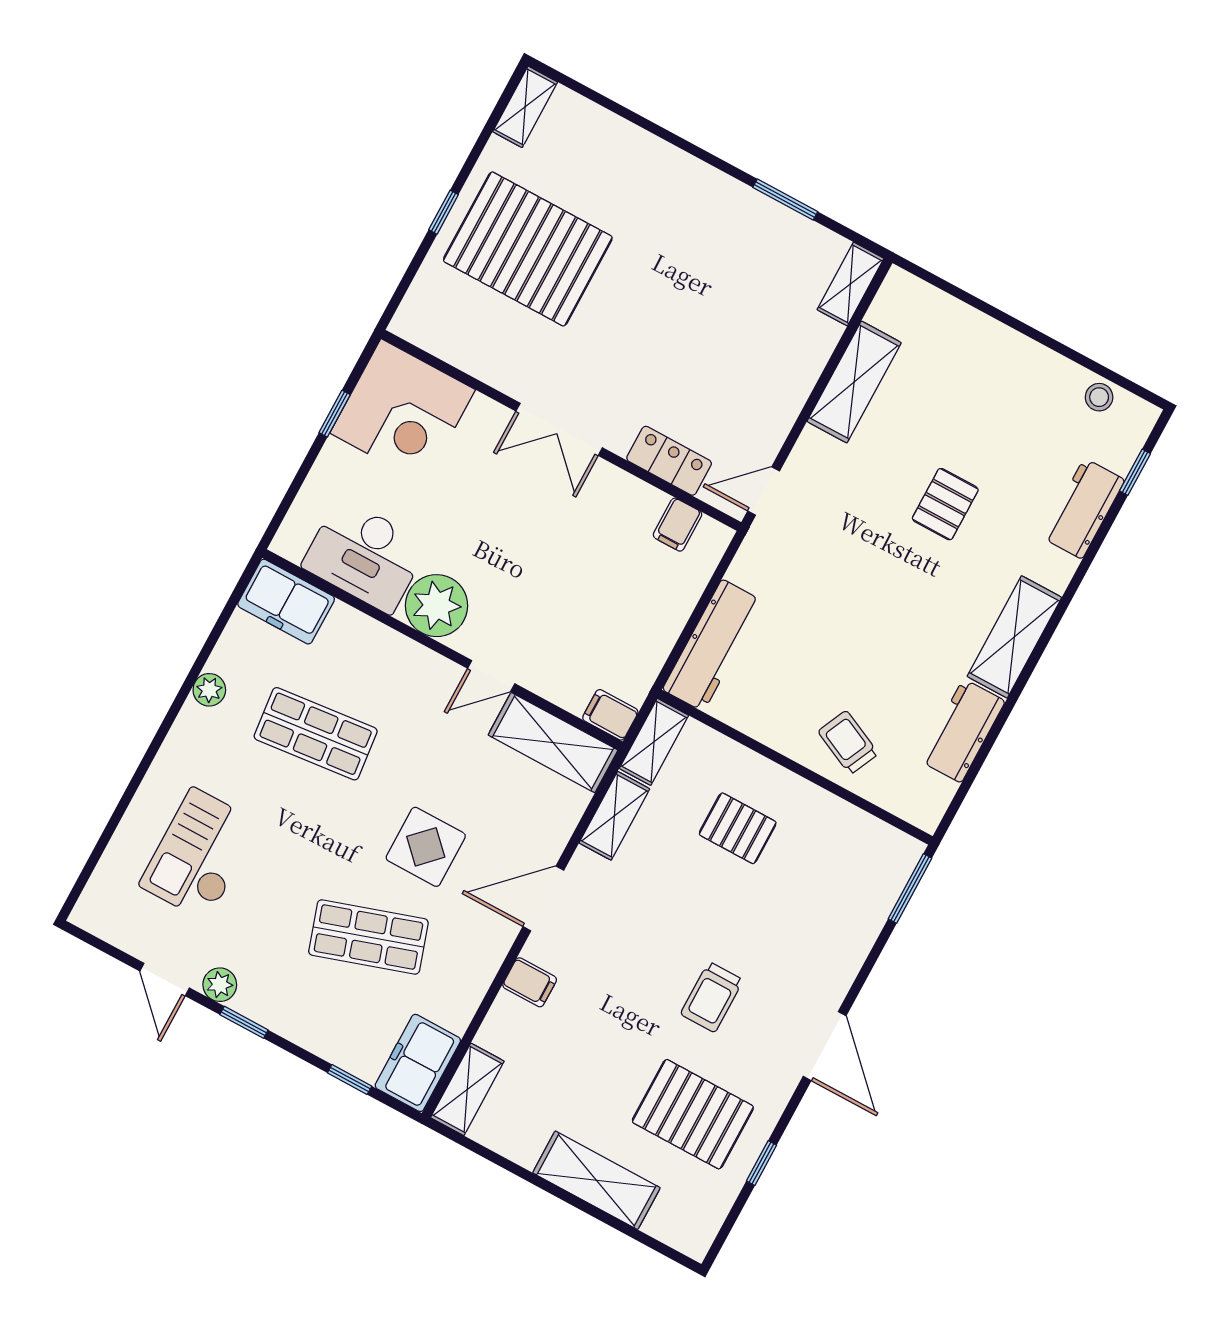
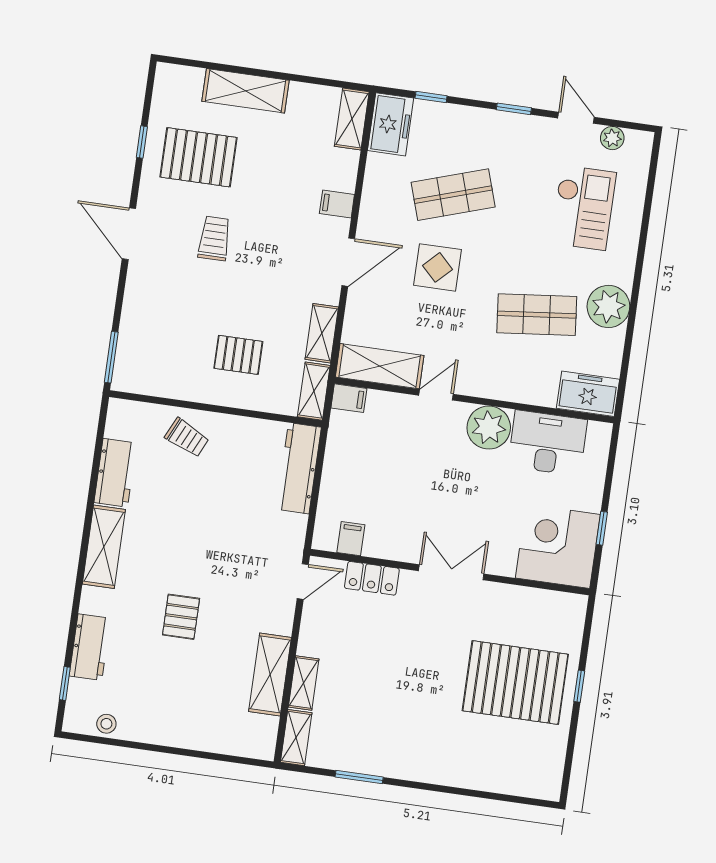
shelving: (525, 107) -> (304, 683), moved
plant: (209, 690) -> (608, 306), width x1.88, depth x1.88
plant: (220, 985) -> (612, 138), moved

